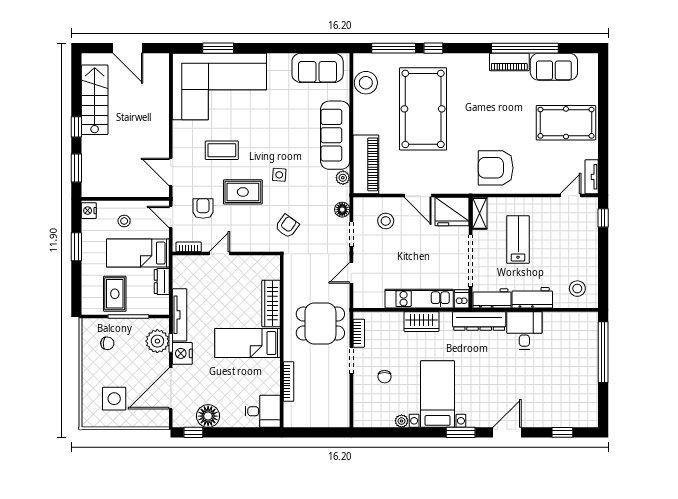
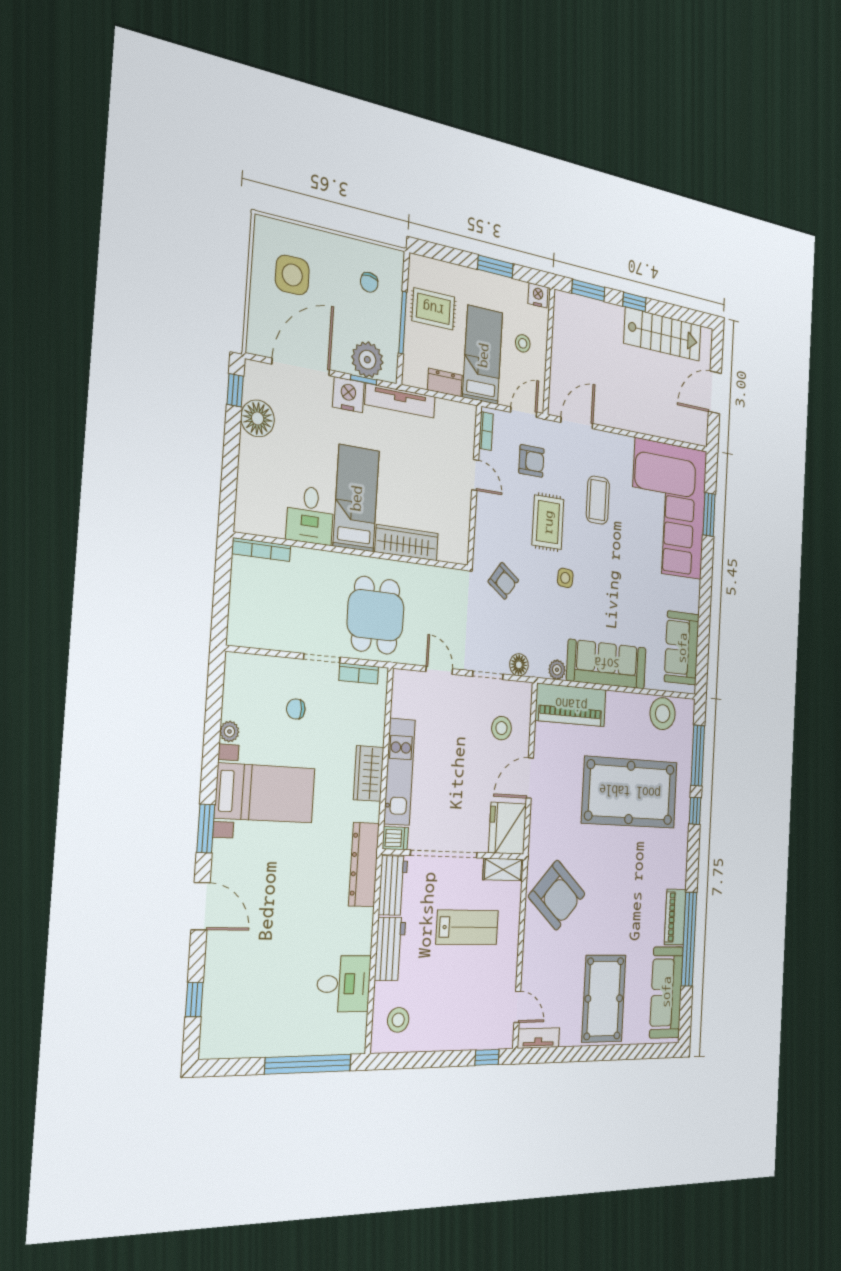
sofa: (554, 67) -> (666, 992), width x1.36
armchair: (496, 168) -> (557, 895), turned 132
desk: (524, 330) -> (344, 984), moved
bookcase: (289, 382) -> (261, 550), moved
door: (171, 388) -> (301, 367), hinge flipped
desk: (263, 411) -> (310, 515), moved

